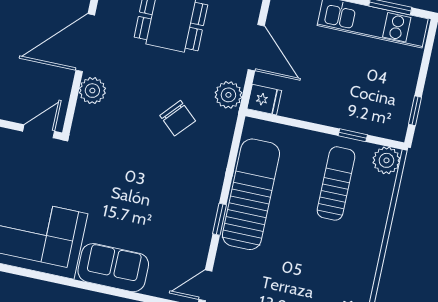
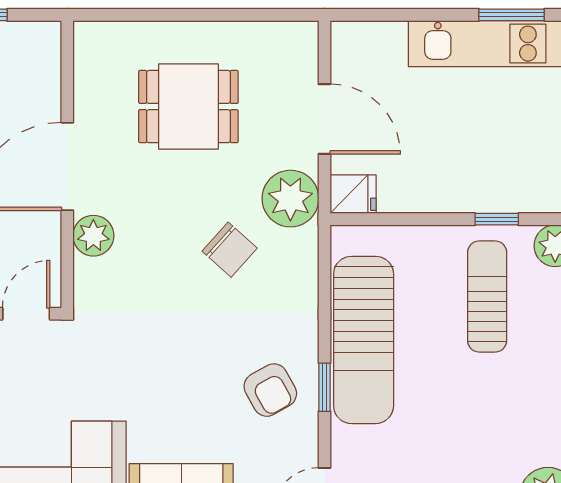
plant: (228, 95) -> (290, 199), width x1.36, depth x1.36
sun lounger: (251, 194) -> (364, 340), turned 180
armchair: (184, 214) -> (270, 390), added

